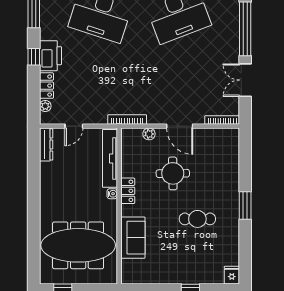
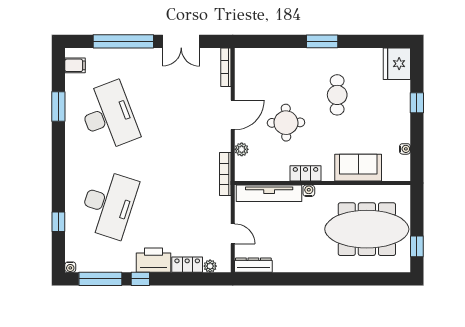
window: (34, 57) -> (140, 279), moved
meeting table: (78, 245) -> (367, 229), turned 90
fridge: (232, 275) -> (397, 64), width x1.88, depth x1.34
water cooler: (149, 279) -> (405, 149), added

